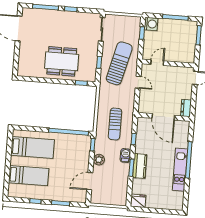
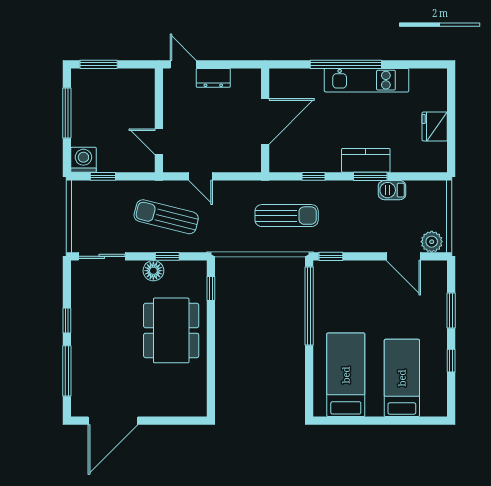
floor lamp: (92, 55) -> (153, 271), added
sun lounger: (119, 63) -> (166, 217), width x0.73, depth x0.75
door: (138, 82) -> (201, 176), swing flipped
dresser: (186, 108) -> (213, 78), moved
barbecue: (125, 156) -> (392, 190), moved
plant: (99, 160) -> (432, 242), moved
fridge: (138, 201) -> (435, 127), moved

